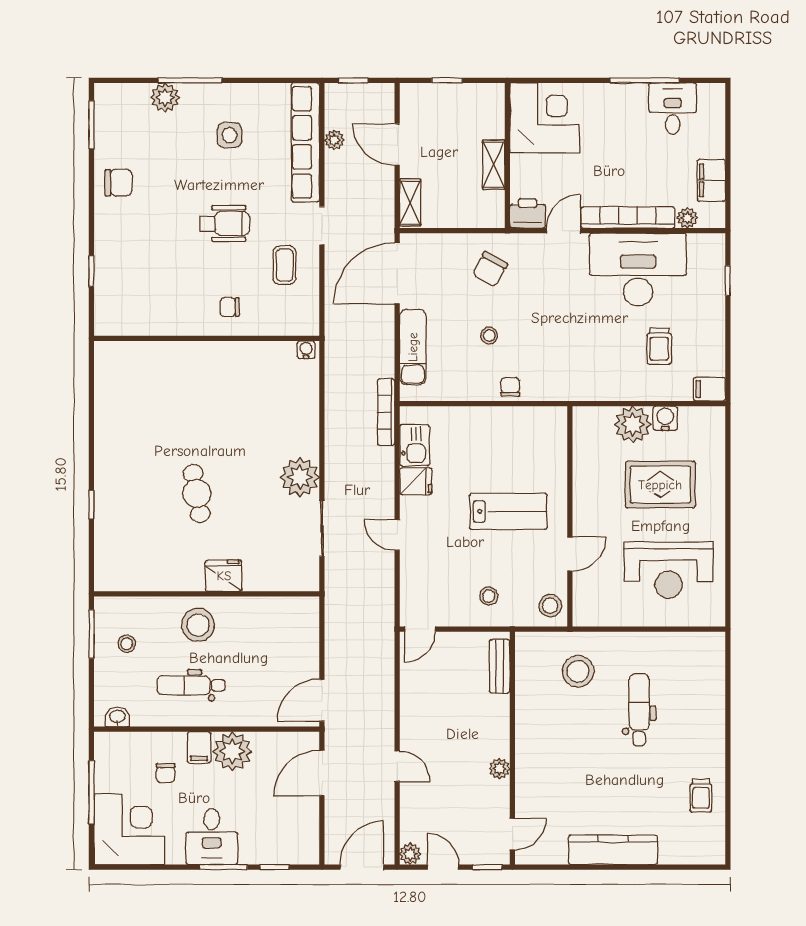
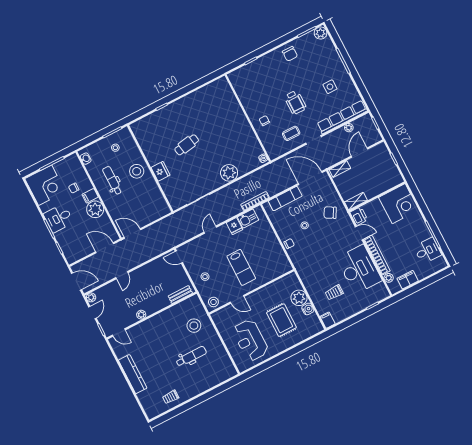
plant: (165, 97) -> (321, 33), moved
shelving: (494, 165) -> (356, 201), moved
plant: (300, 477) -> (229, 173), moved

